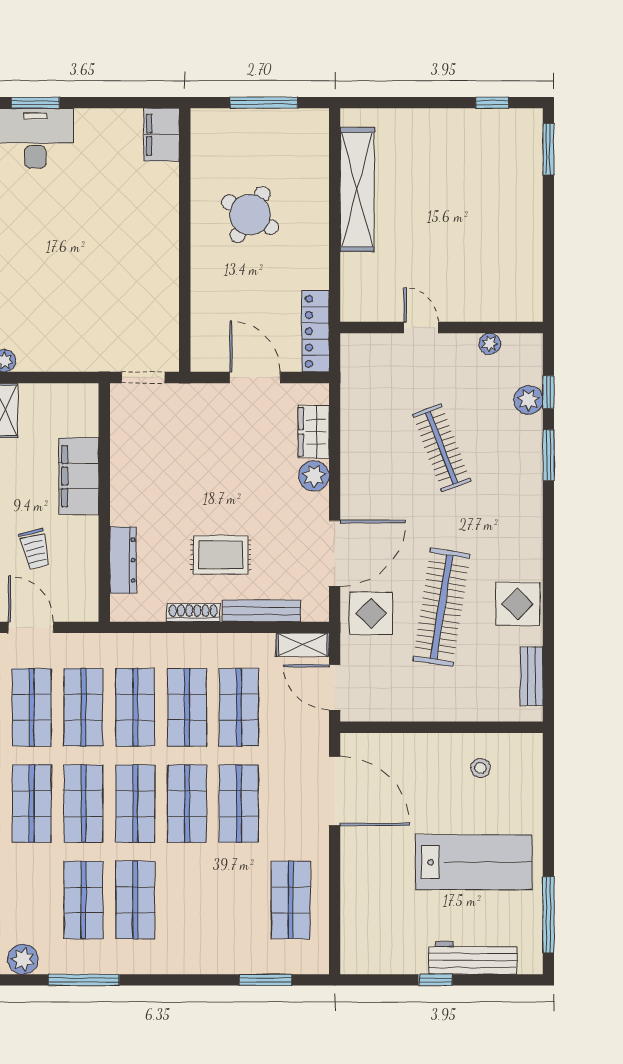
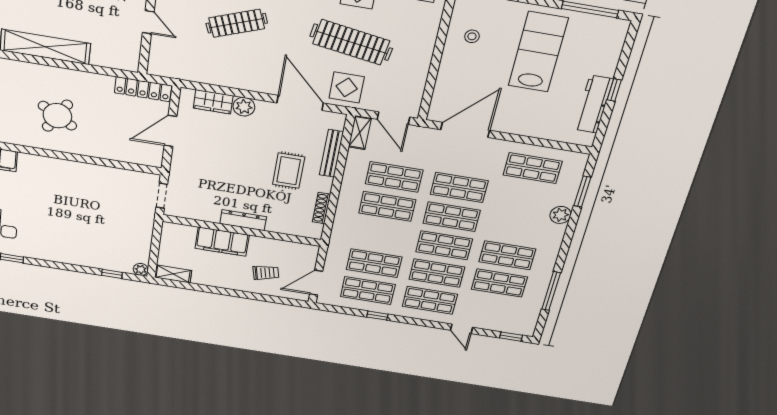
door: (421, 328) -> (148, 22), swing flipped
dresser: (123, 560) -> (243, 220), moved
shoe rack: (193, 613) -> (322, 208), moved
door: (335, 687) -> (393, 118), hinge flipped
shop shelf: (135, 707) -> (381, 235), removed
workbench: (473, 958) -> (593, 104), moved
plant: (23, 959) -> (560, 215), moved

